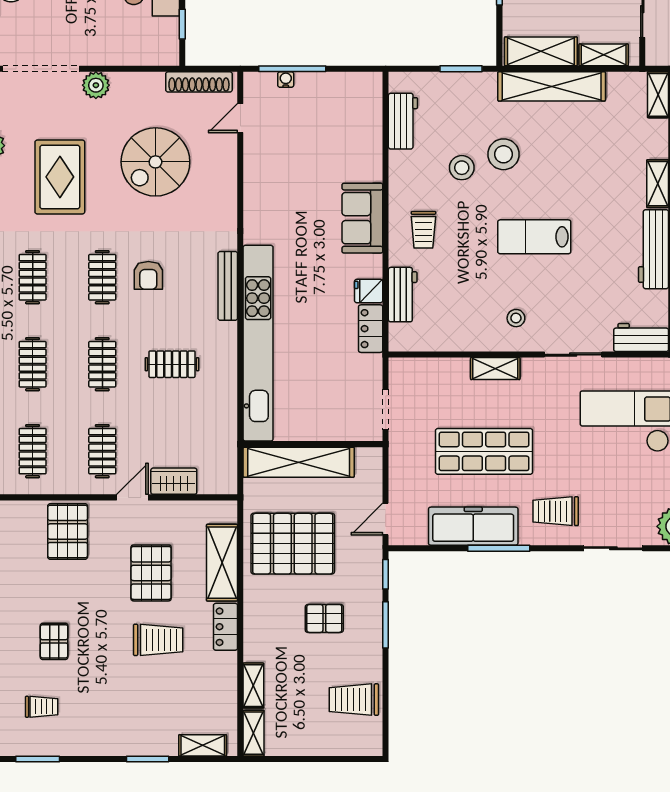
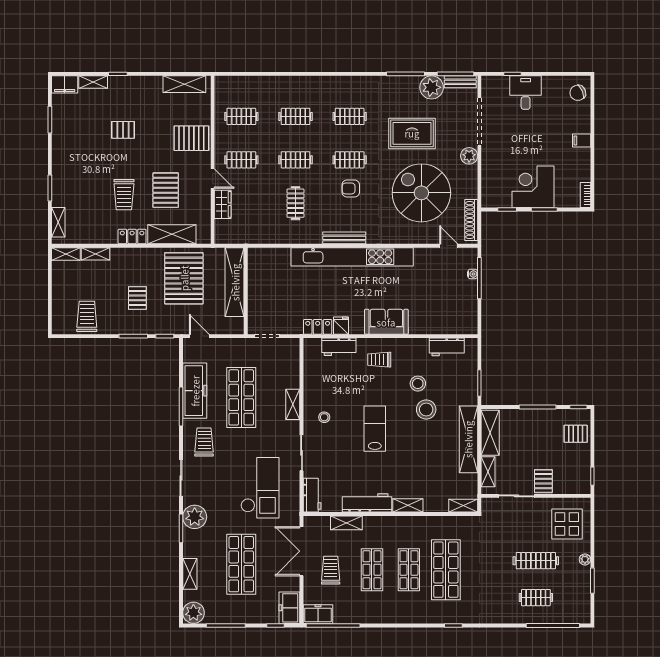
spiral stairs: (155, 162) -> (421, 193), width x1.37, depth x1.37
kitchen unit: (258, 343) -> (352, 257), moved
pallet: (151, 573) -> (166, 190), turned 90
trolley: (42, 707) -> (82, 122), removed

